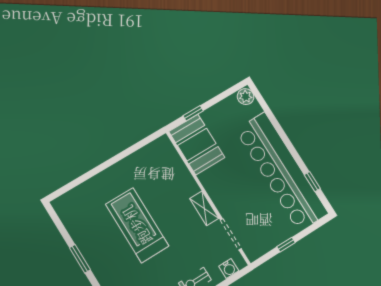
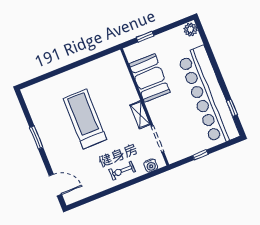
booth: (197, 145) -> (150, 78), moved

